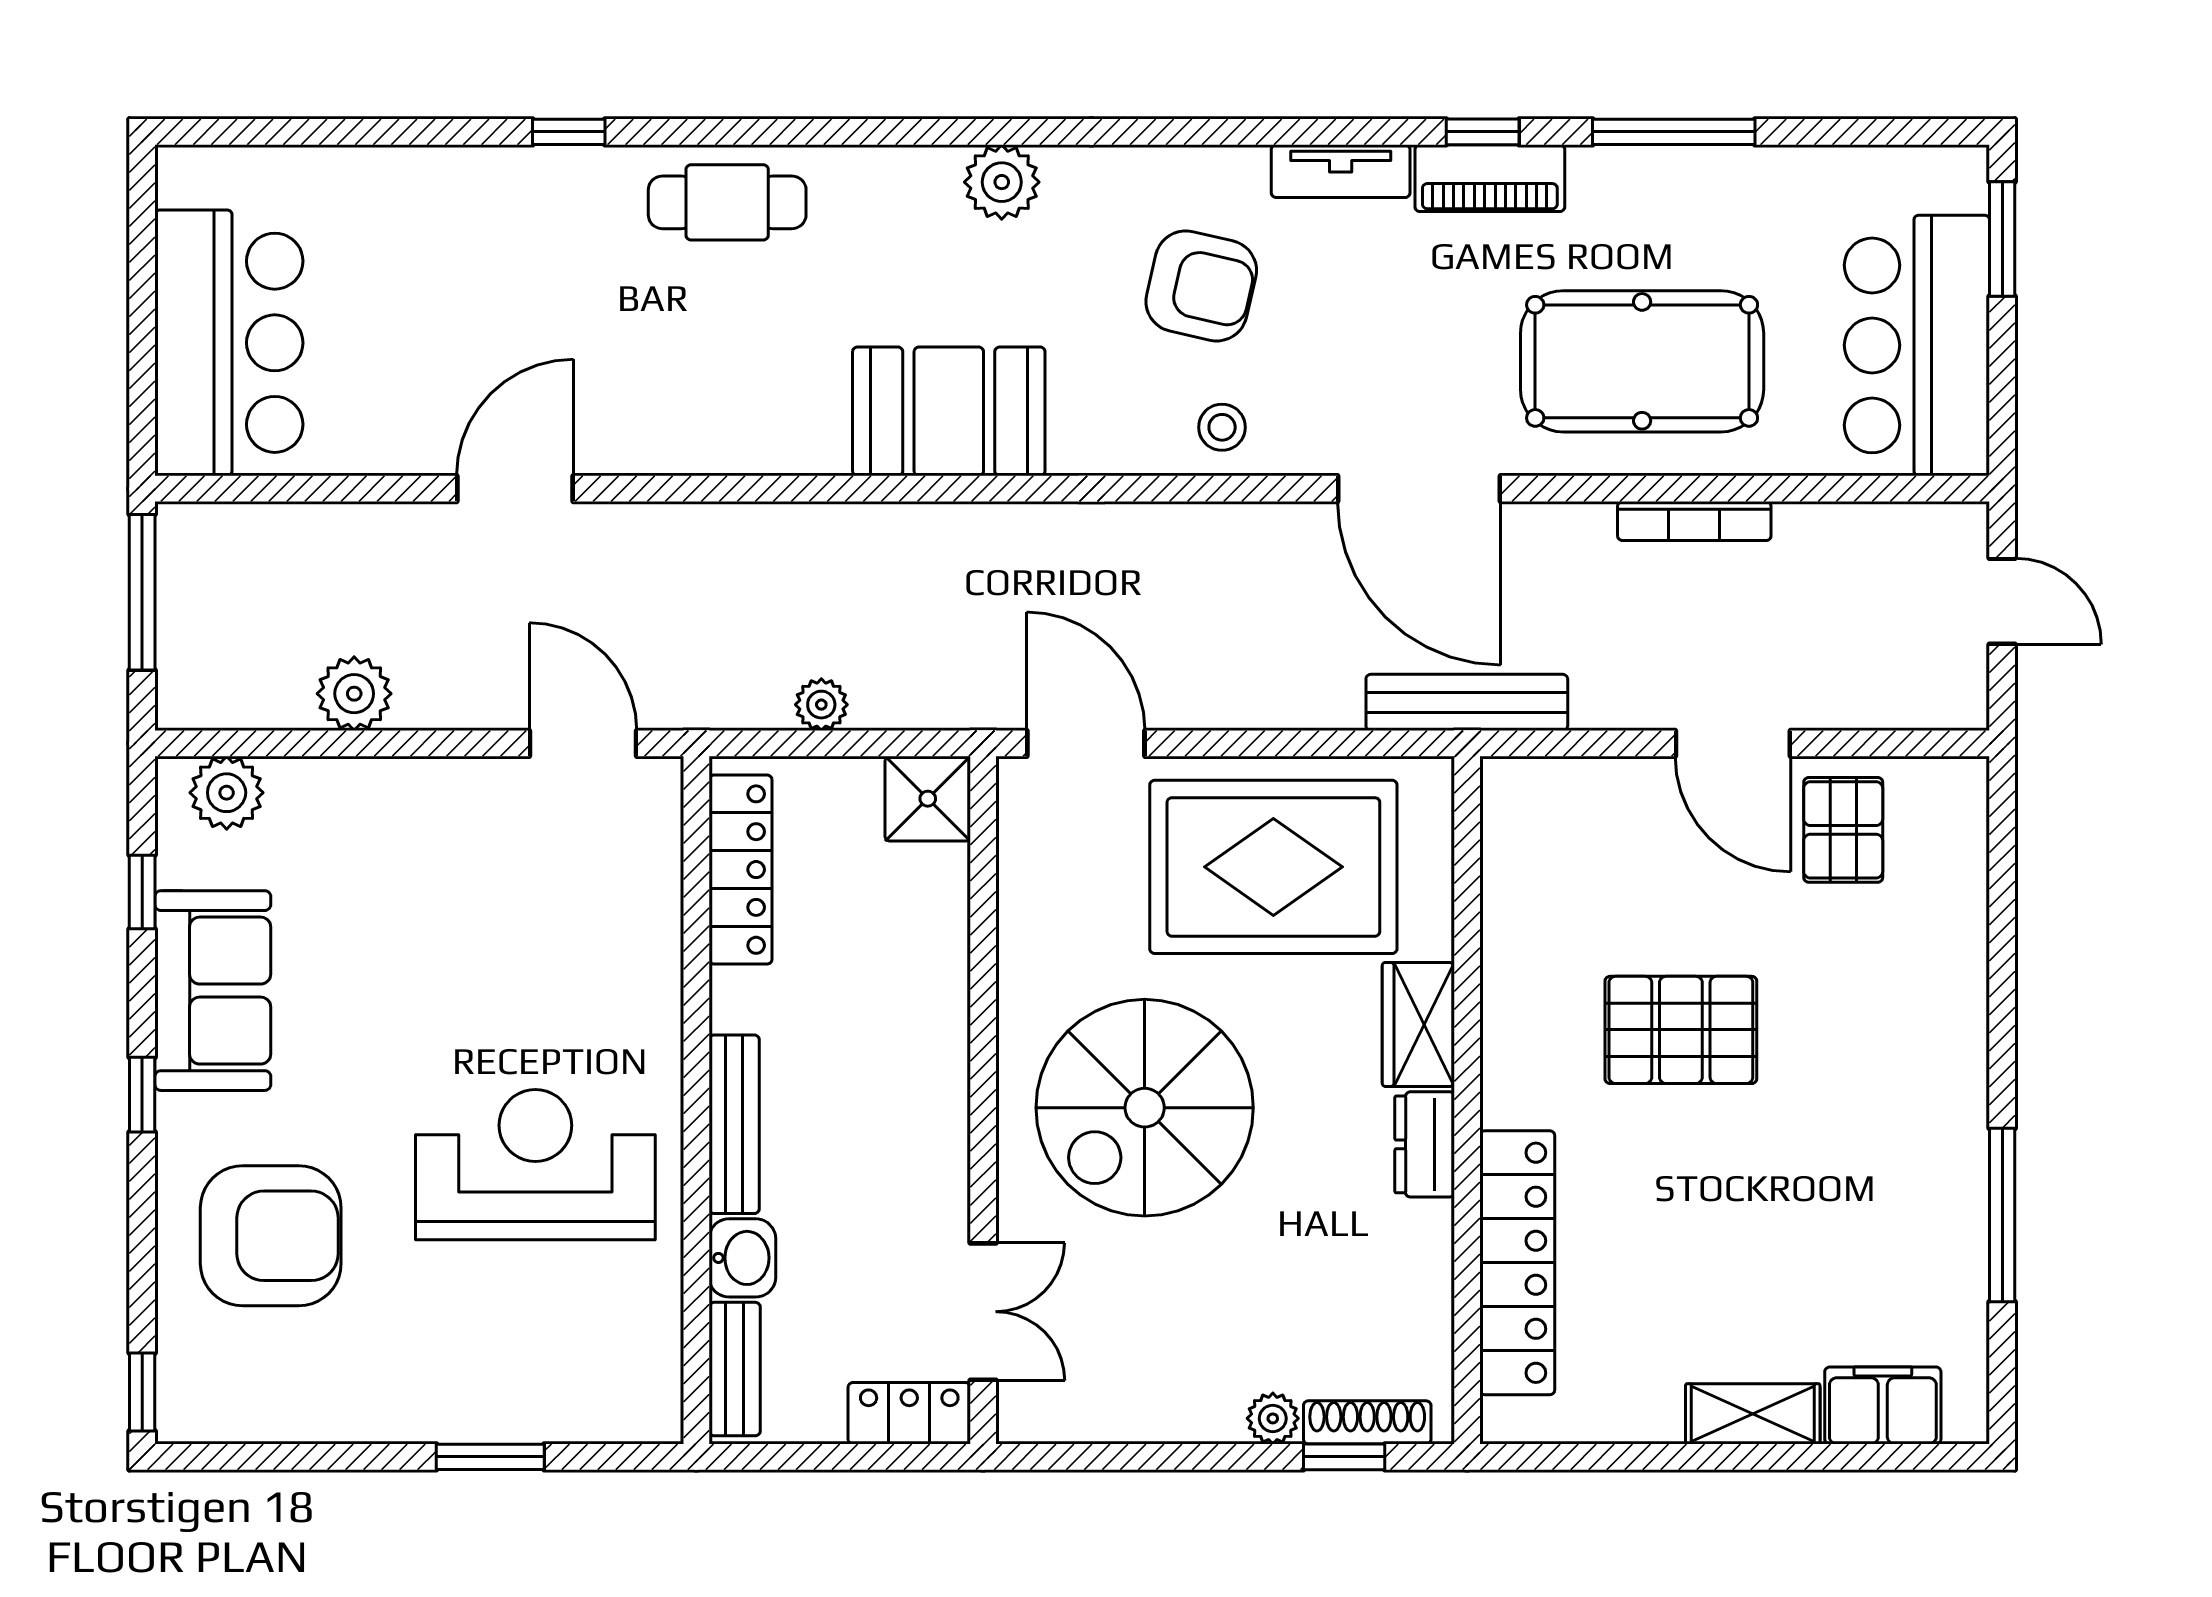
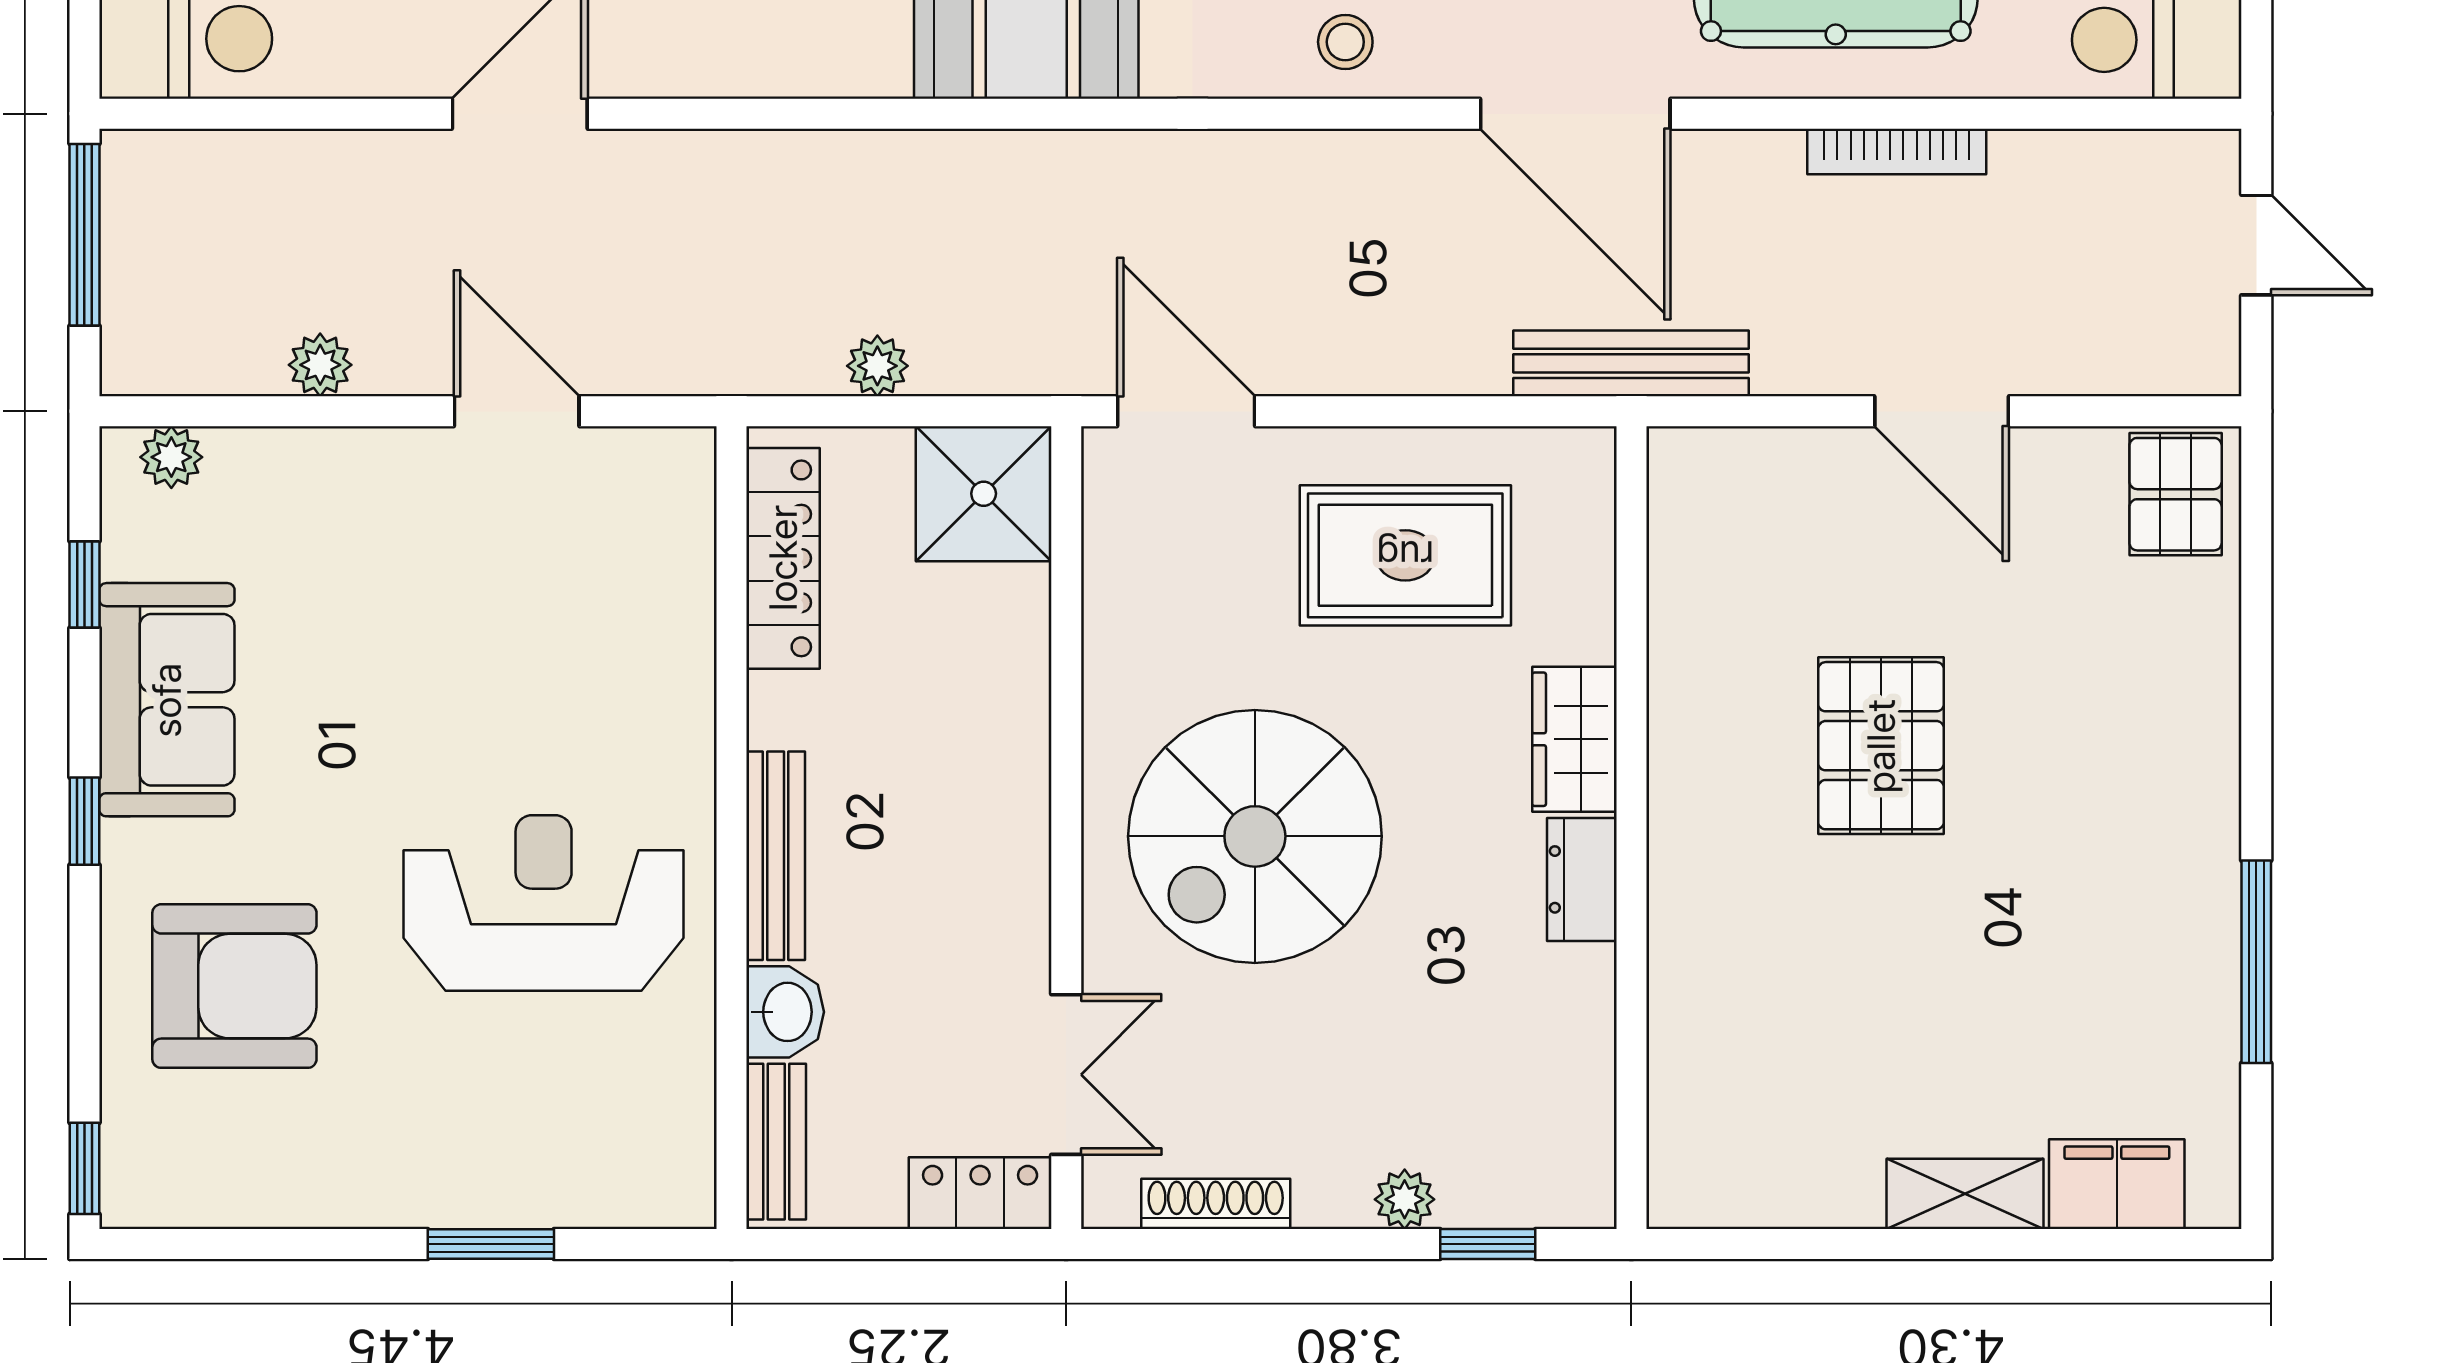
plant: (354, 694) -> (320, 365), width x0.73, depth x0.73
door: (583, 743) -> (517, 411), moved
plant: (227, 793) -> (171, 457), width x0.73, depth x0.73
shower: (928, 799) -> (984, 494), width x1.36, depth x1.36
pallet: (1843, 830) -> (2176, 494), moved
rug: (1273, 867) -> (1405, 555), width x0.73, depth x0.69
pallet: (1681, 1030) -> (1881, 746), turned 90
locker: (1517, 1263) -> (1690, 1018), removed
shoe rack: (1367, 1422) -> (1216, 1204), moved

